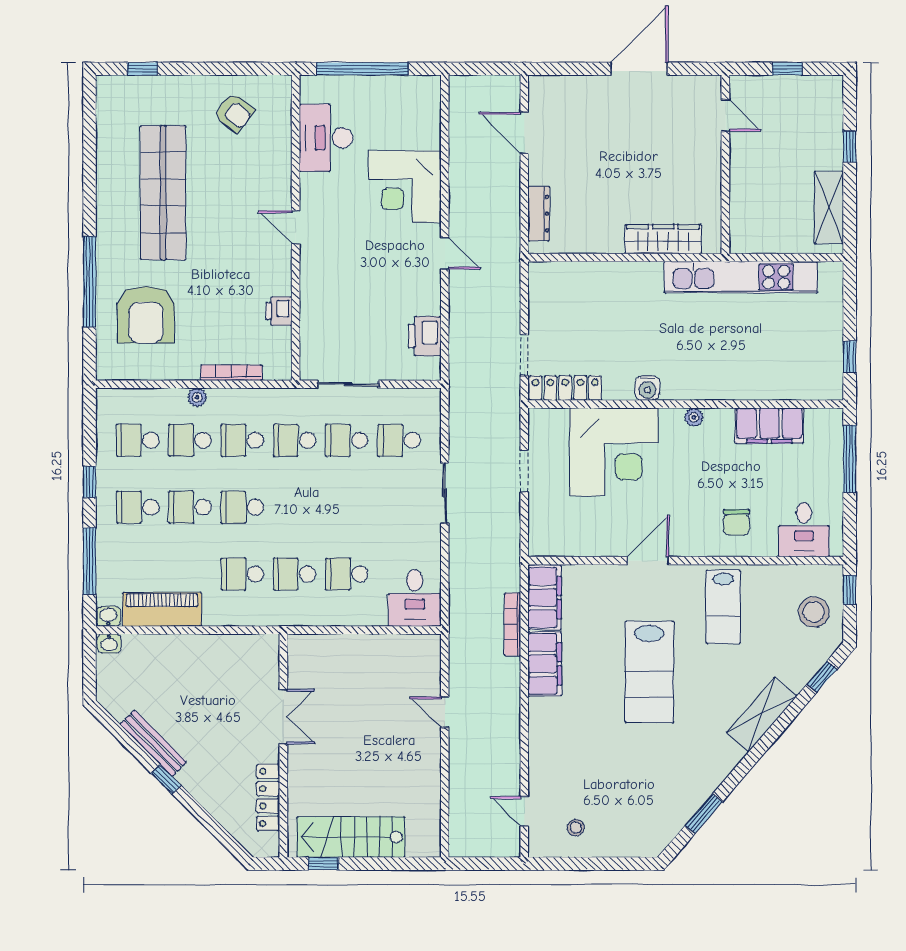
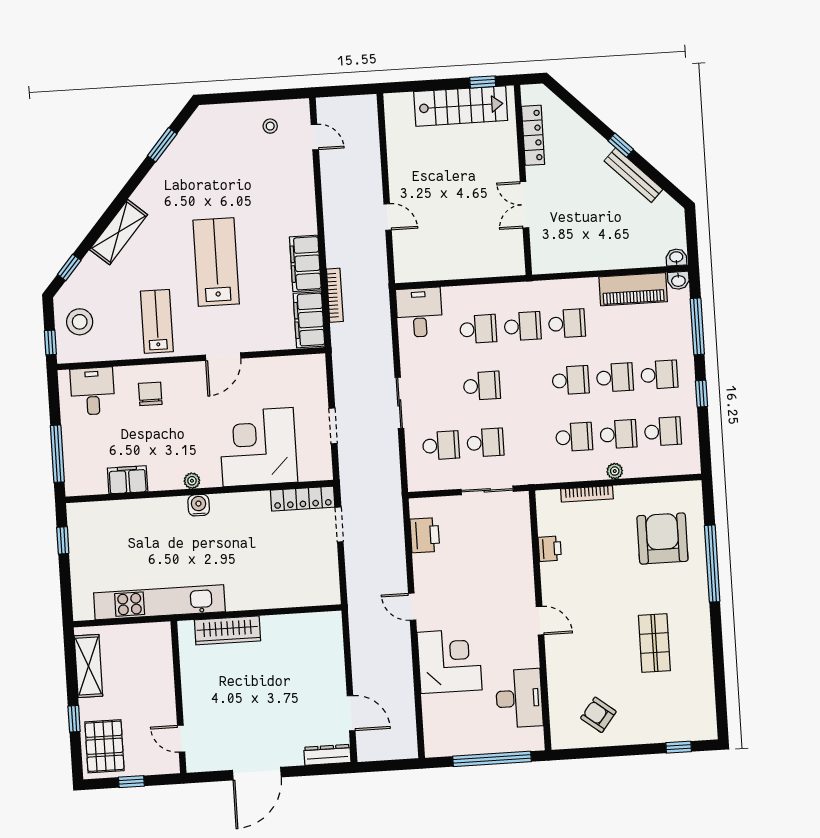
pallet: (816, 112) -> (104, 746), added
shop shelf: (163, 193) -> (654, 643), width x0.50, depth x0.74
dresser: (539, 214) -> (327, 755), moved, turned 90
water cooler: (647, 388) -> (199, 505), moved
filing cabinet: (769, 426) -> (128, 480), width x0.67, depth x0.86
school desk: (295, 440) -> (482, 386), moved

